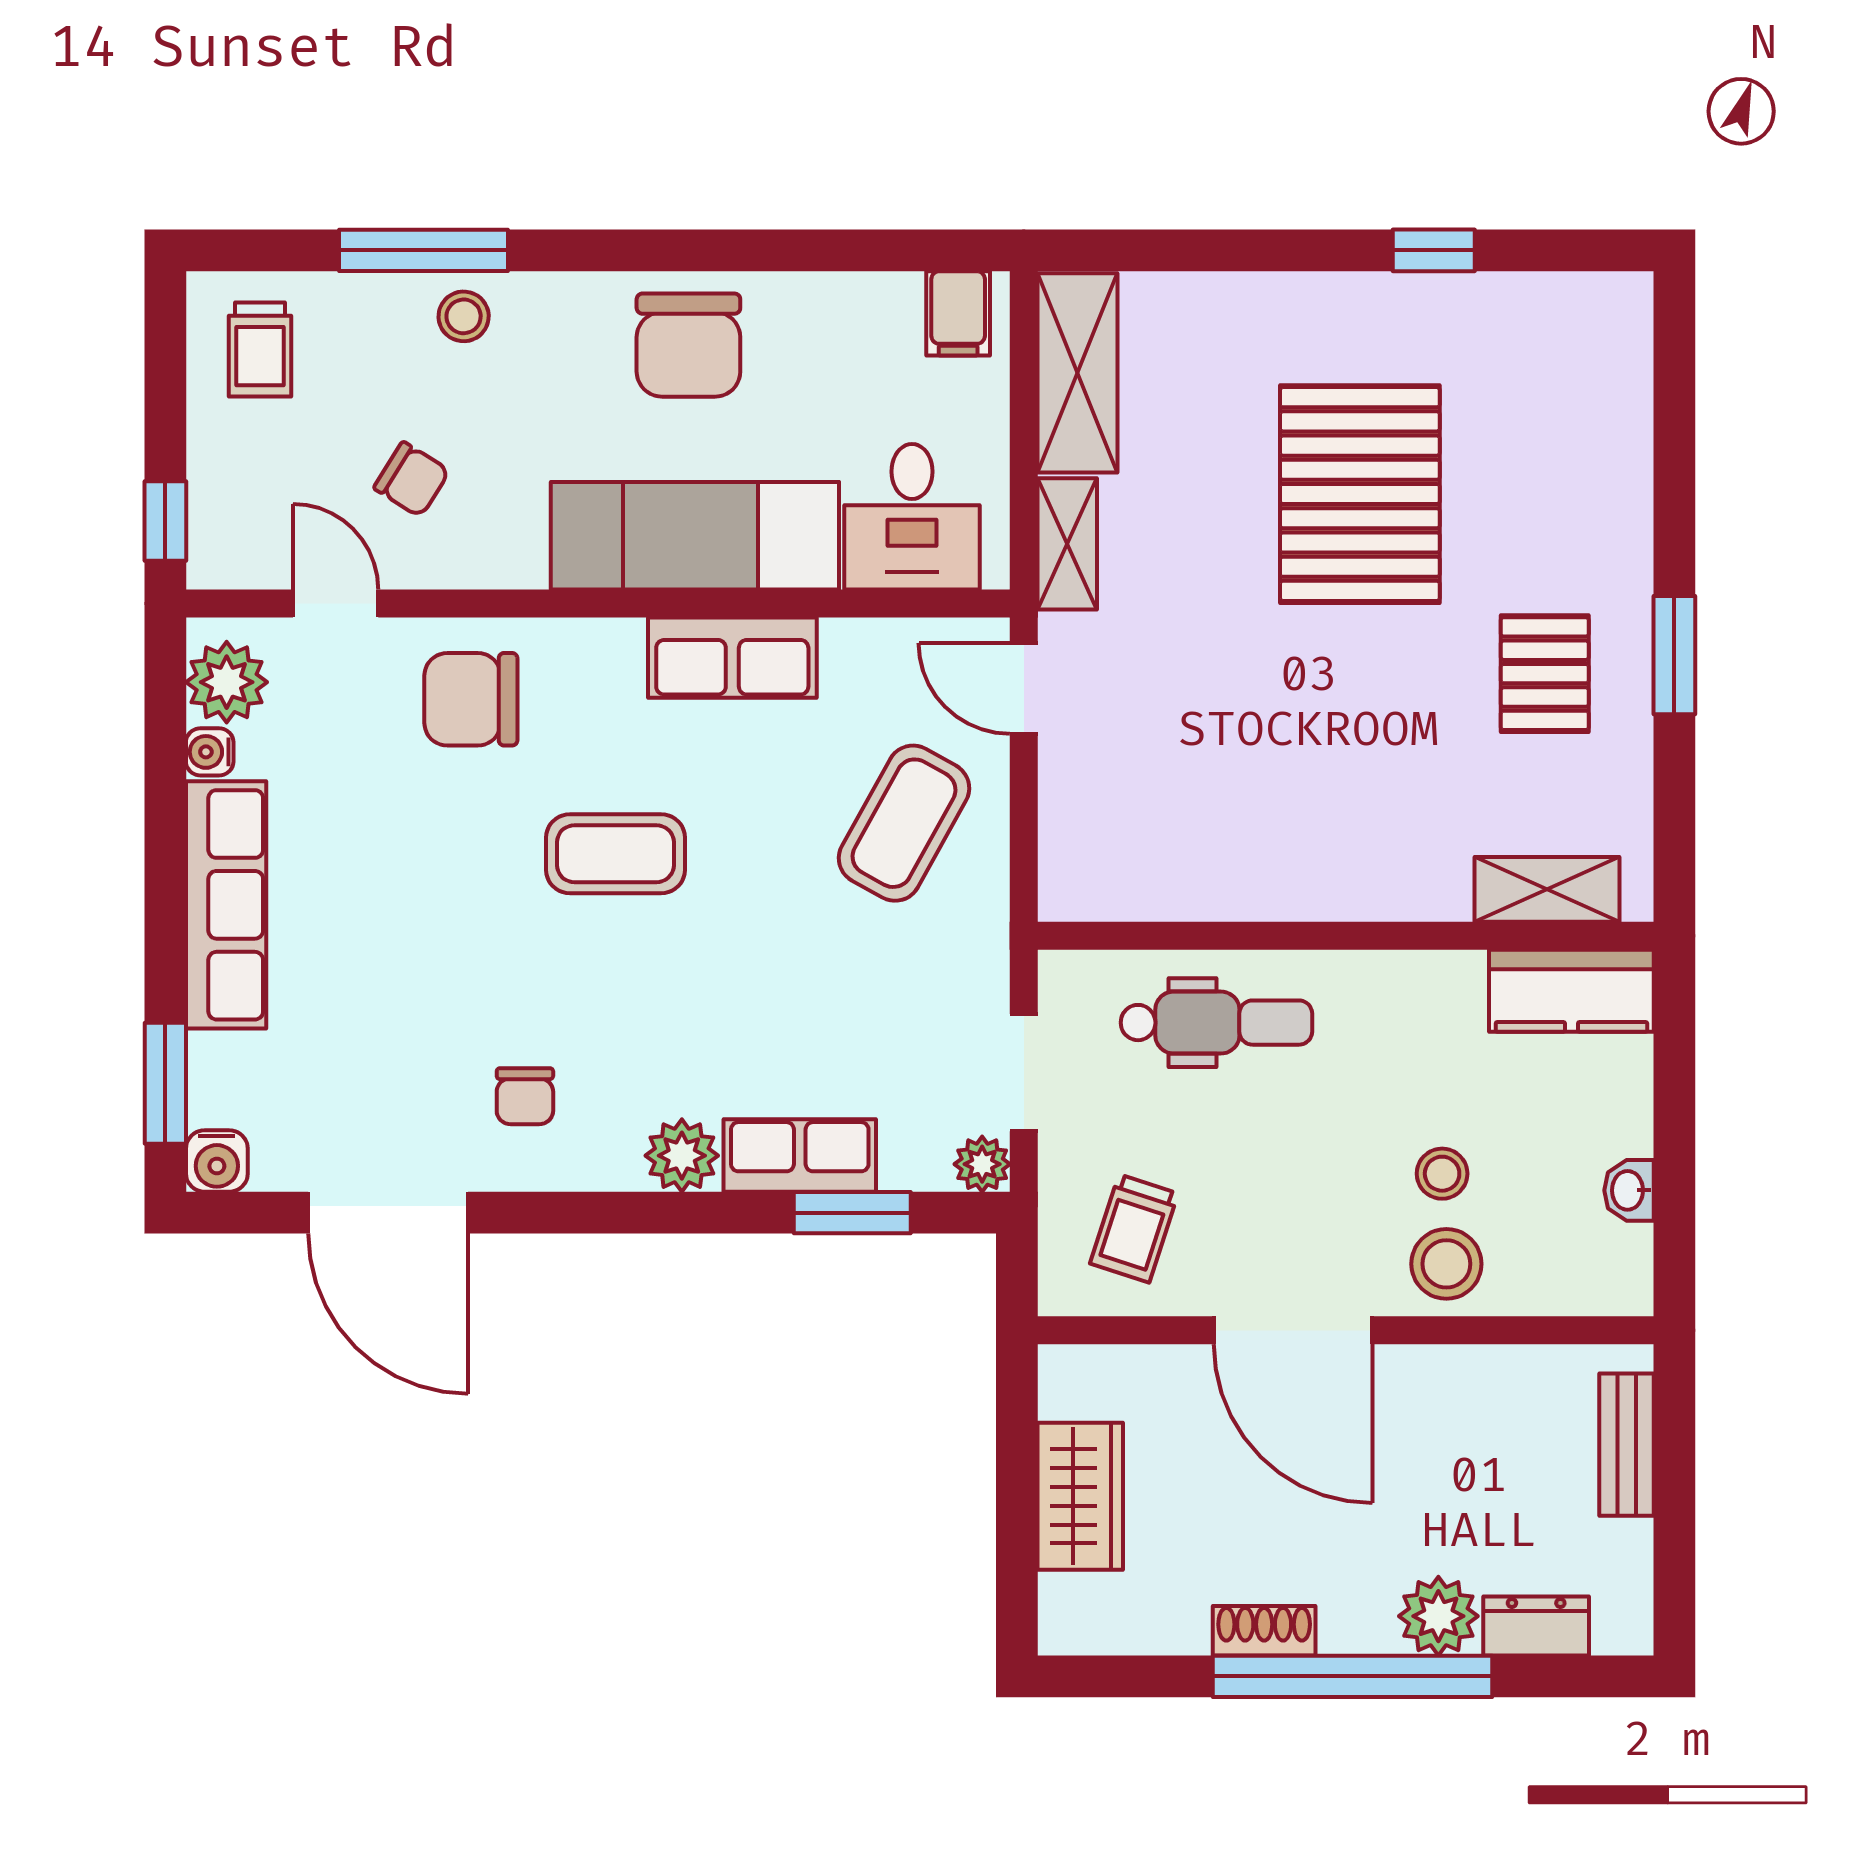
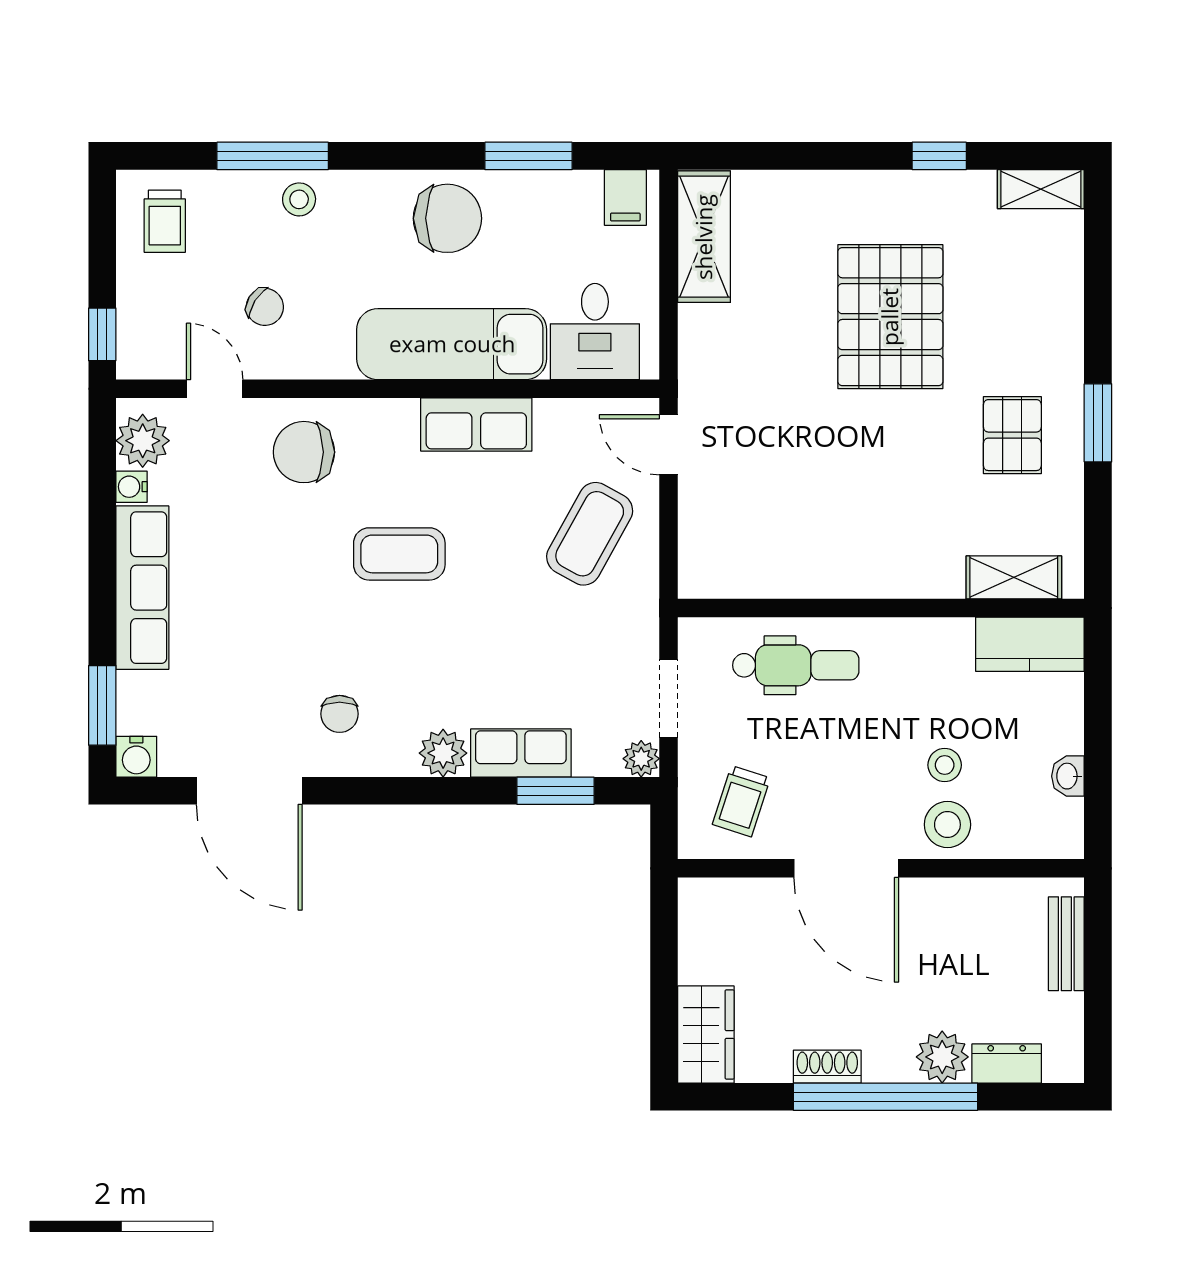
window: (811, 250) -> (528, 156), added
chair: (688, 345) -> (447, 218), turned -90
shelving: (1067, 544) -> (1041, 189), moved, turned 90
wardrobe: (1080, 1496) -> (706, 1034), moved

